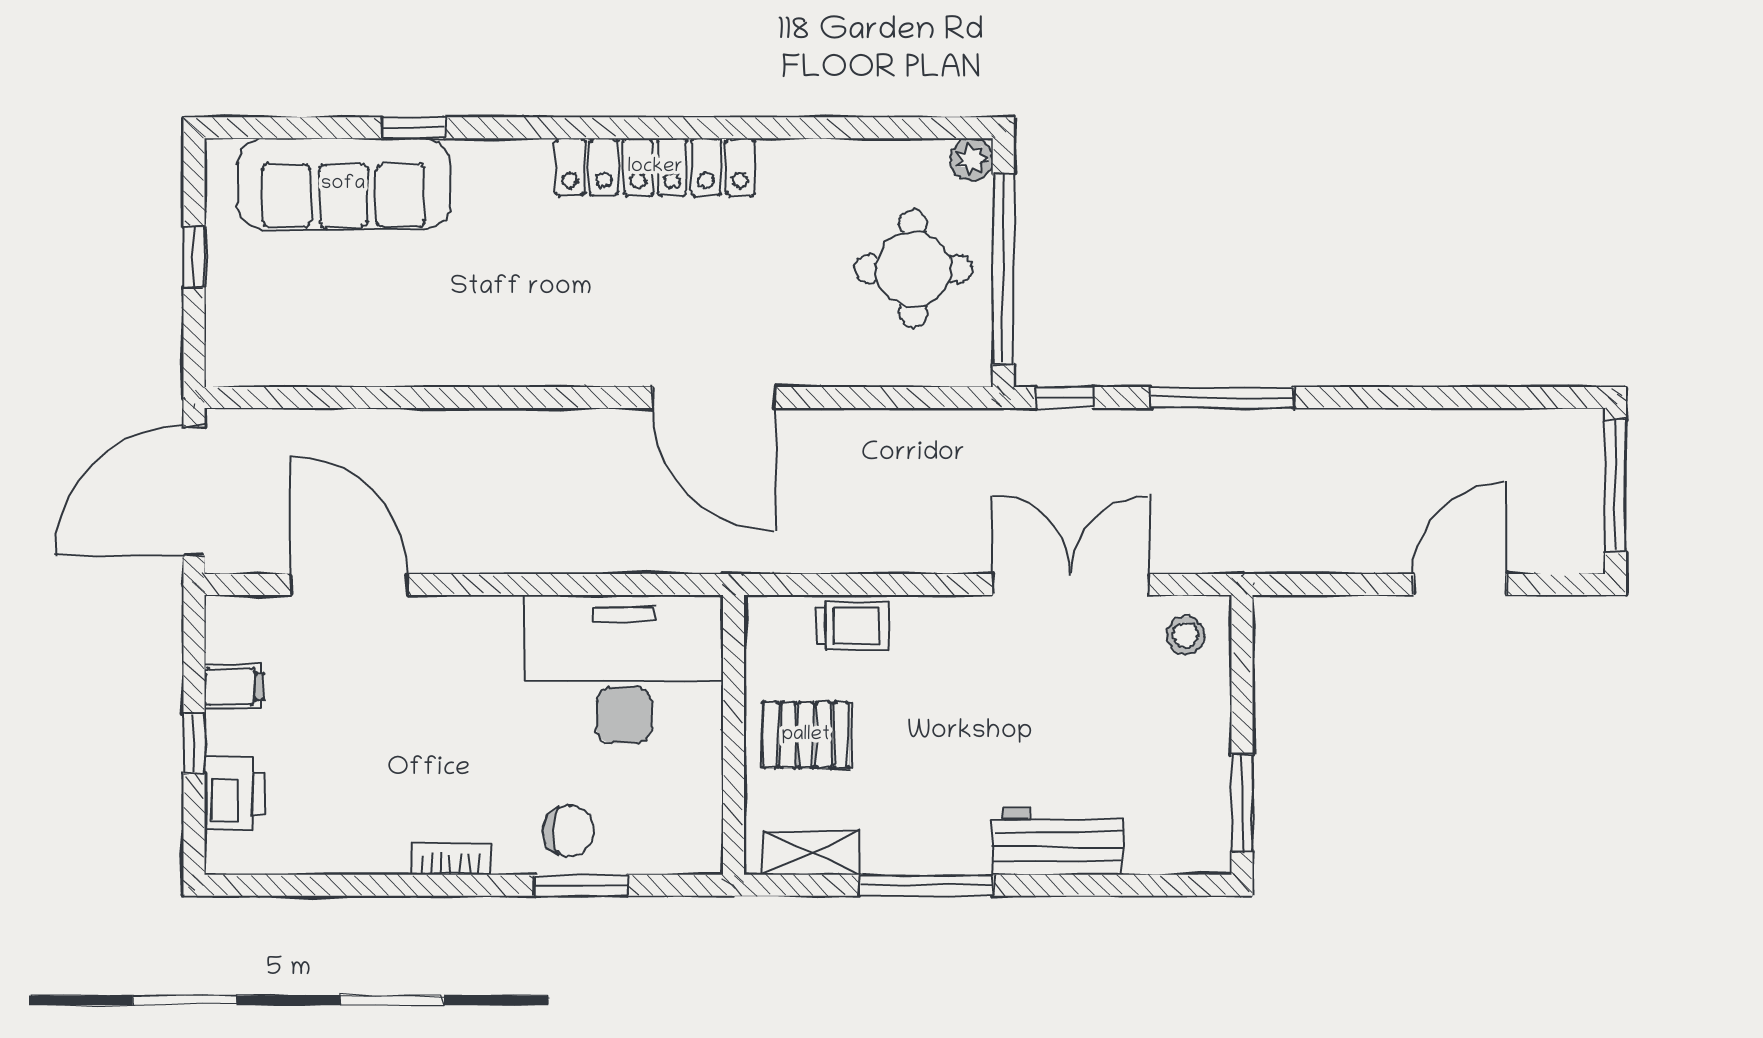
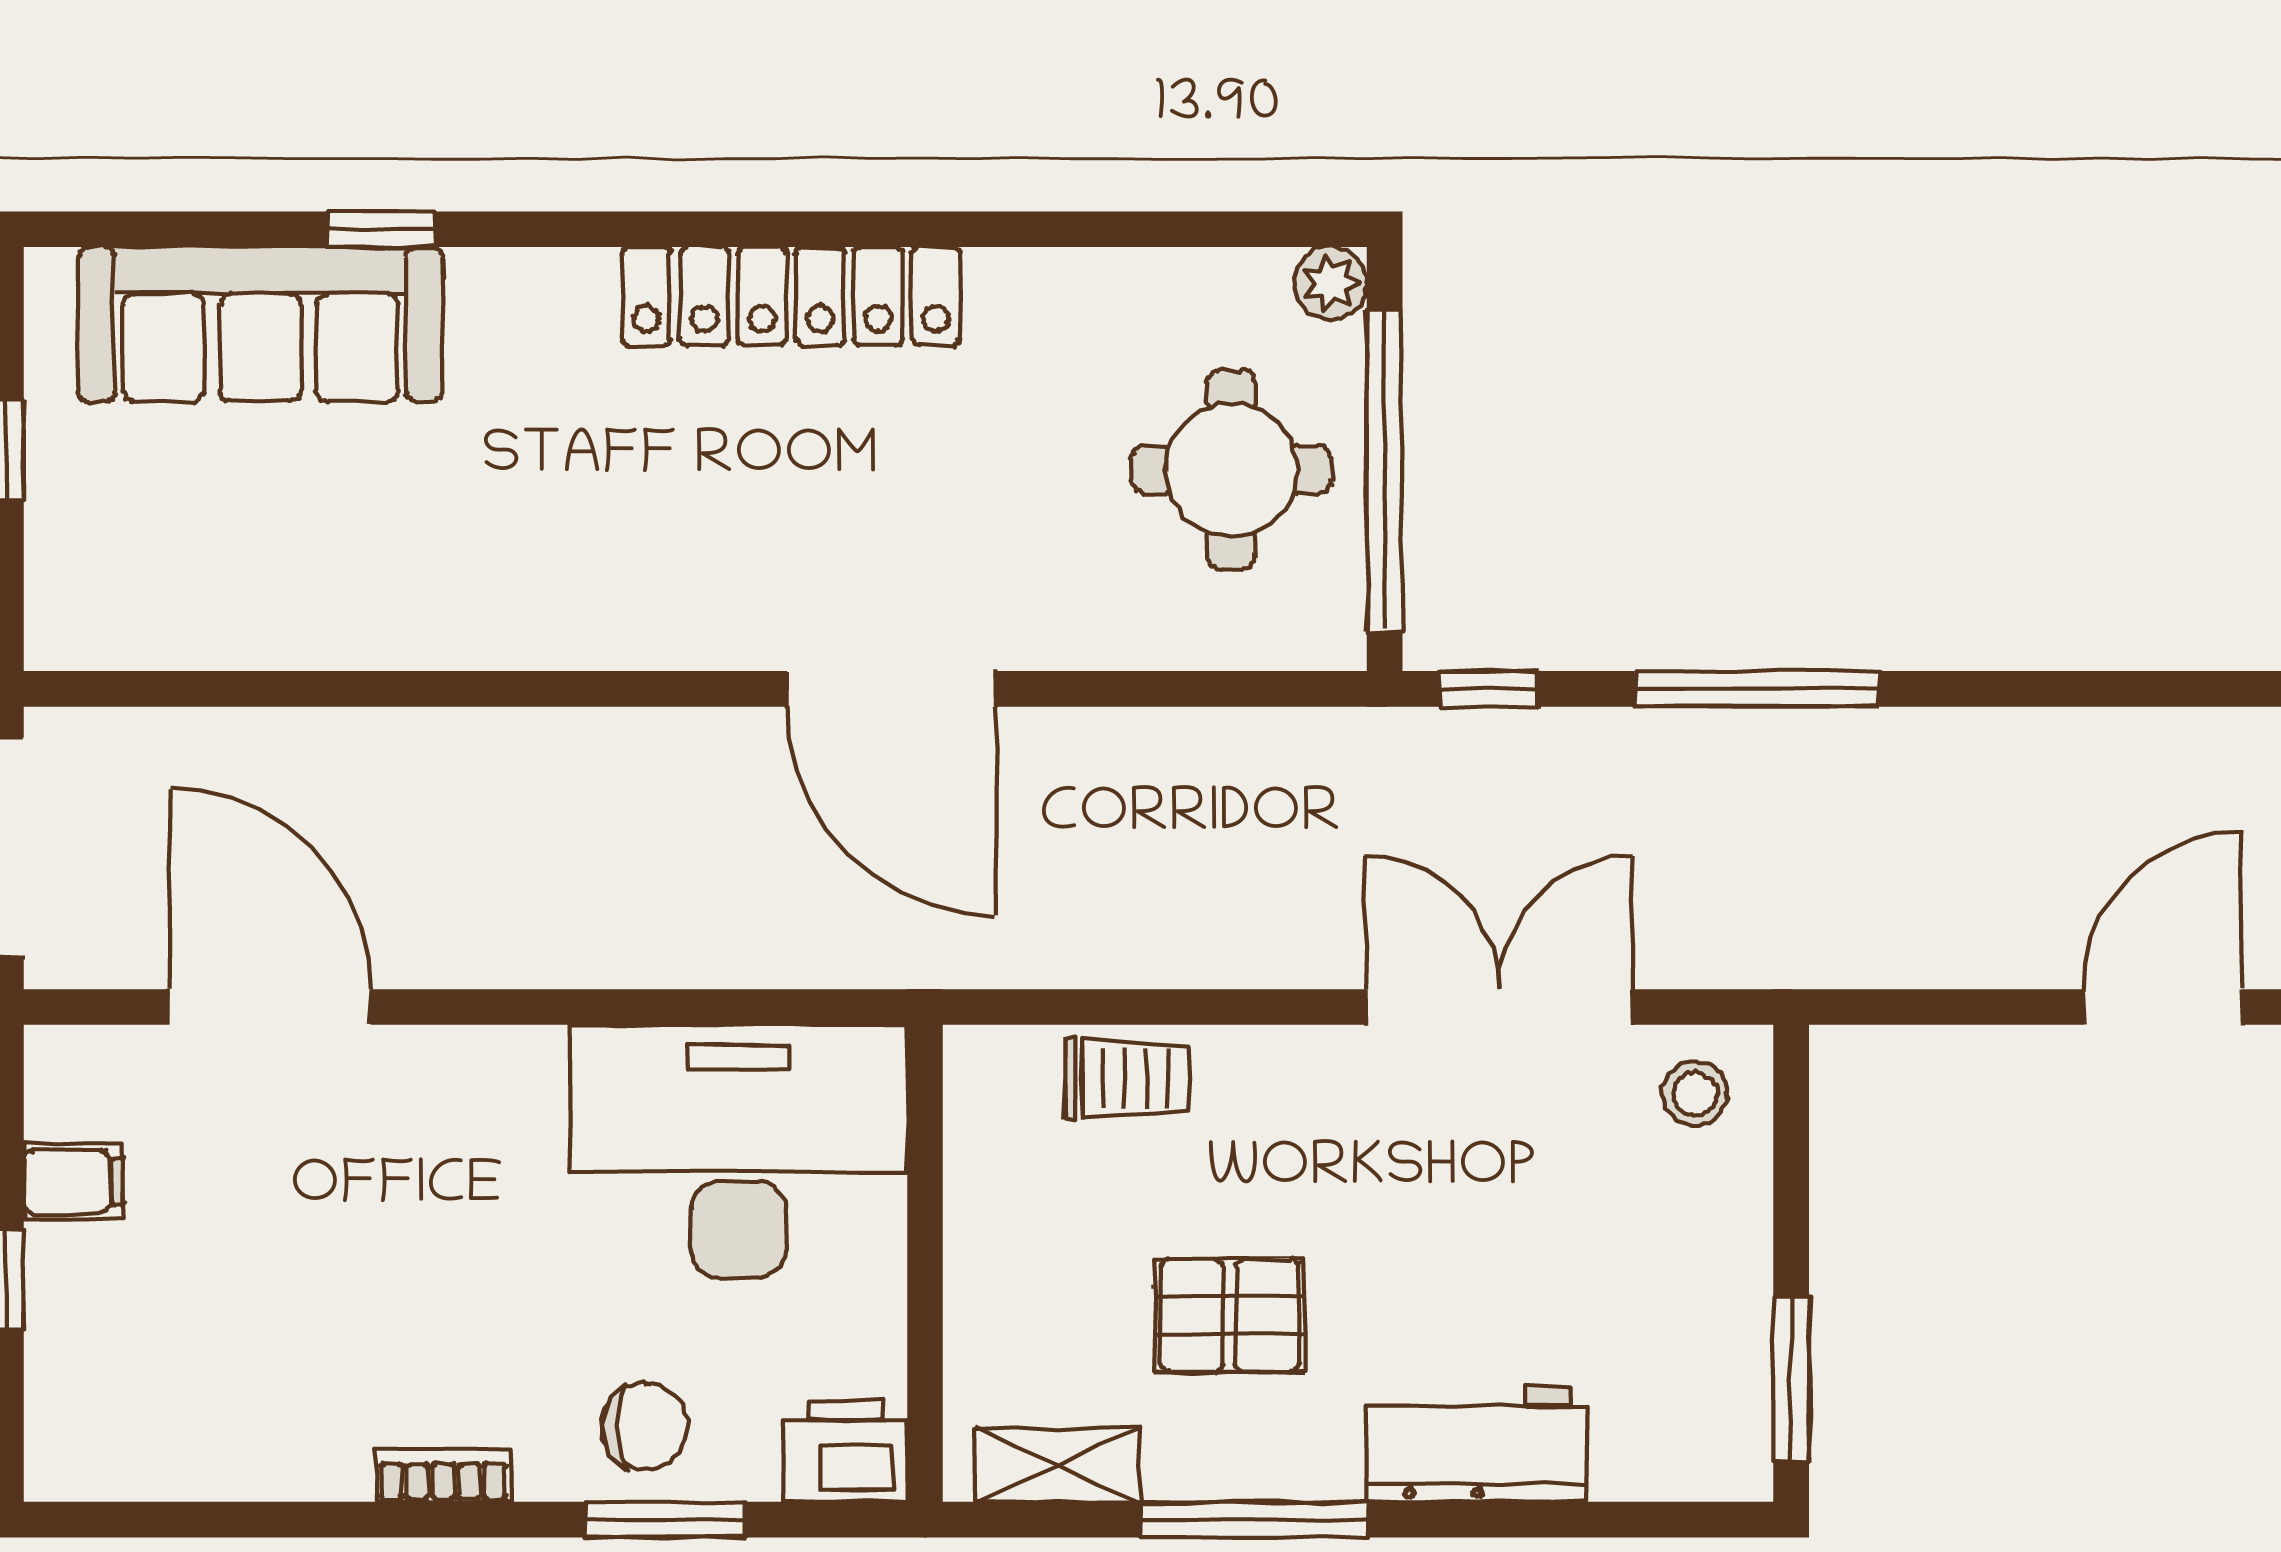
pallet: (806, 735) -> (1229, 1315), moved
printer: (234, 794) -> (846, 1451), moved, turned -90

